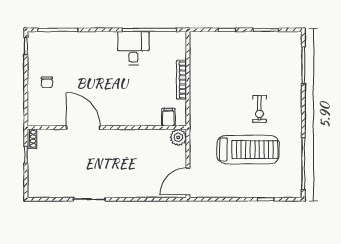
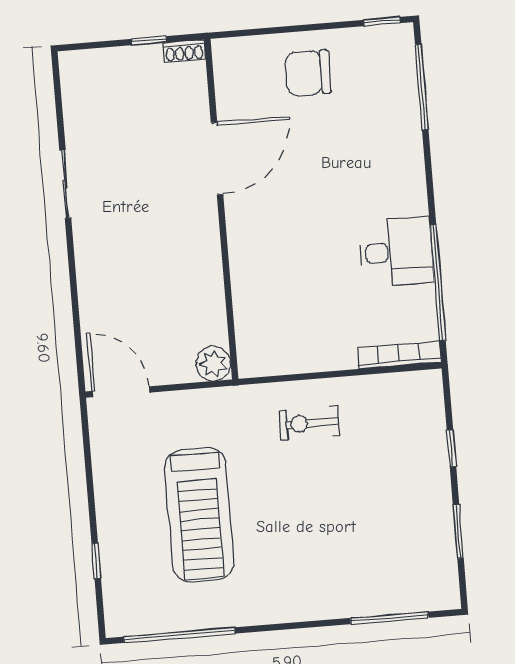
bookcase: (181, 80) -> (399, 355), moved
chair: (47, 82) -> (308, 73), width x1.87, depth x1.87
exercise bike: (259, 109) -> (309, 423), moved
filing cabinet: (168, 117) -> (254, 339), removed

